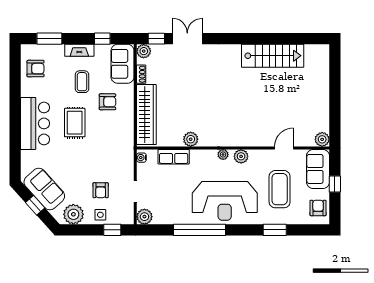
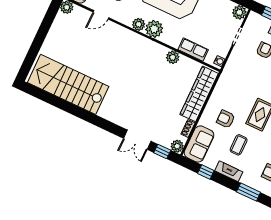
stairs: (273, 56) -> (68, 84), width x1.36, depth x1.51
plant: (223, 155) -> (154, 29), width x1.87, depth x1.87

